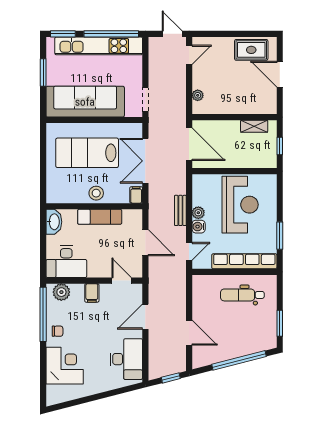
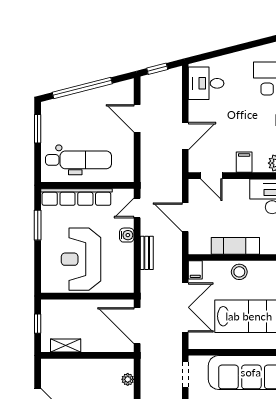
plant: (198, 213) -> (127, 250), removed
dental chair: (242, 295) -> (79, 160), width x1.36, depth x1.38
desk: (126, 359) -> (206, 83), width x0.73

